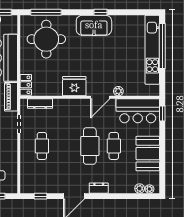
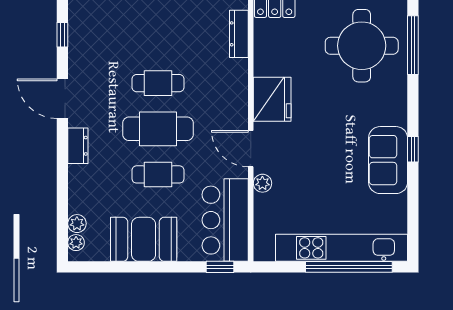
sofa: (94, 25) -> (388, 160), moved
cafe table: (42, 146) -> (158, 83), moved

